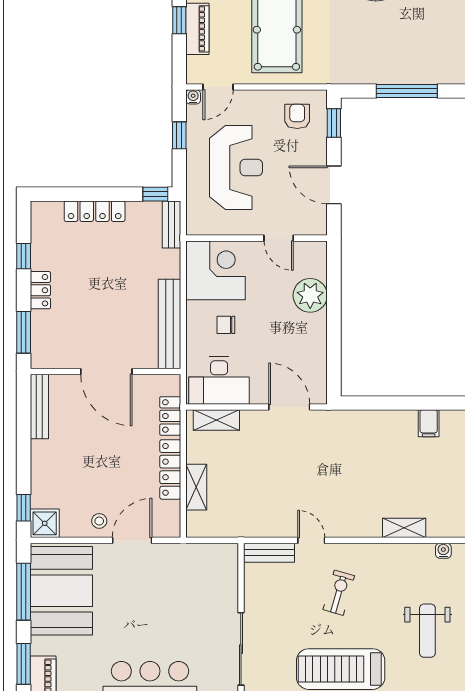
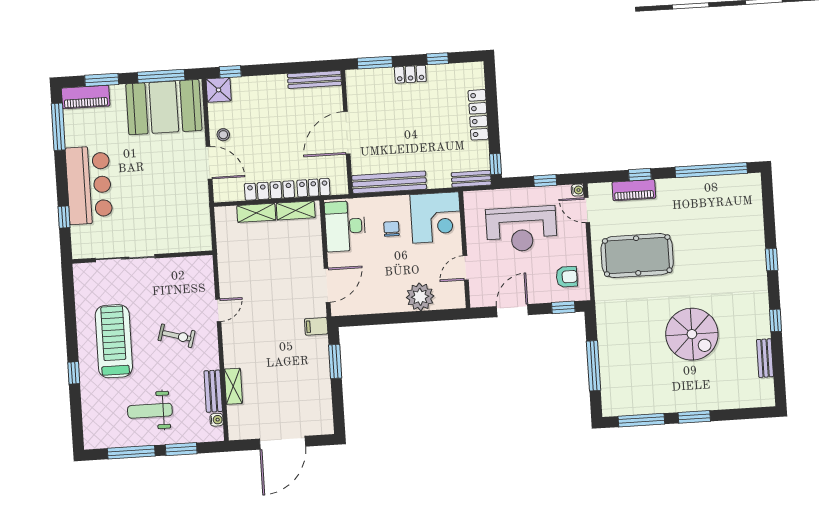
window: (382, 403) -> (335, 361), added
shelving: (216, 420) -> (296, 210), moved, turned 90
filing cabinet: (429, 423) -> (316, 326), moved
bench: (269, 553) -> (213, 391), moved

